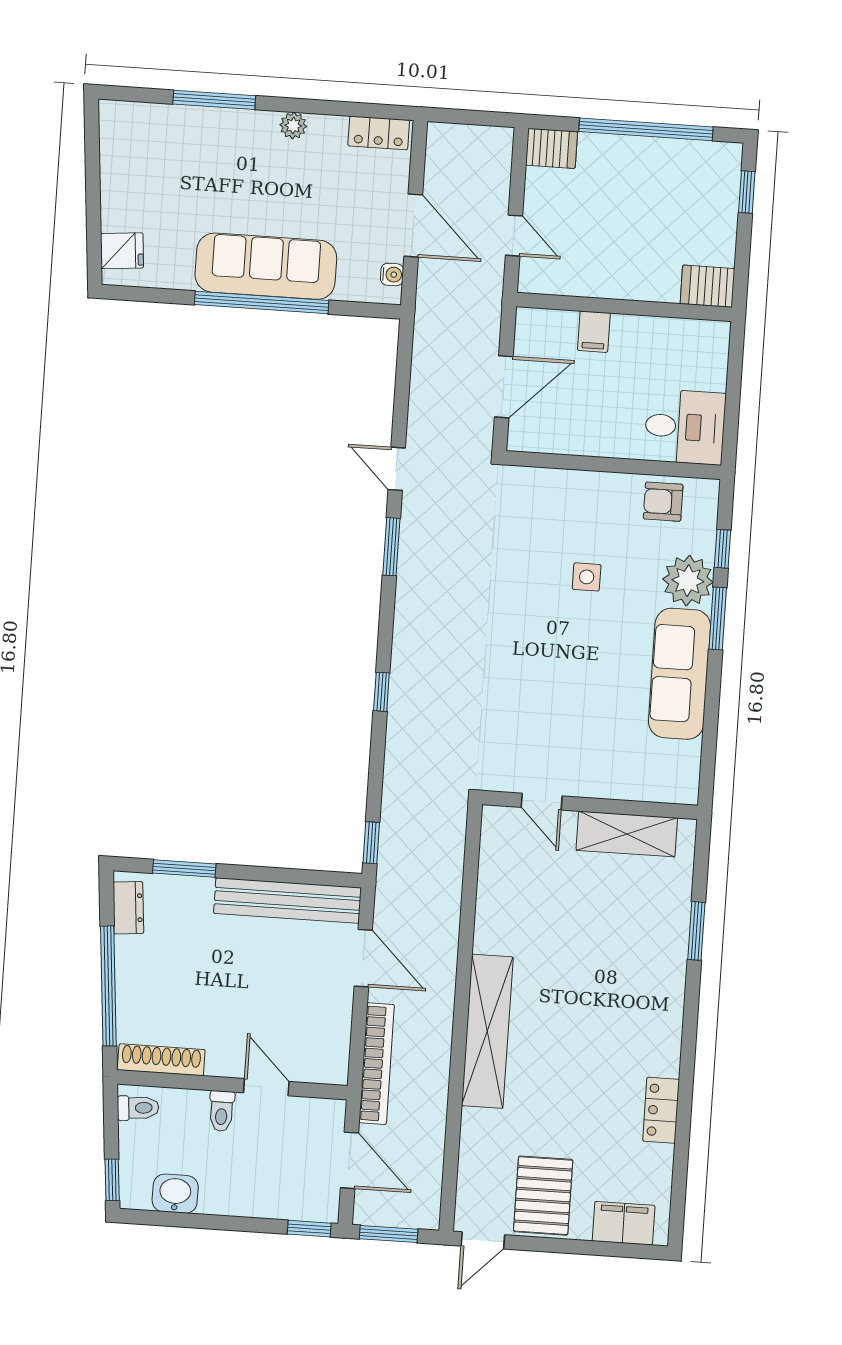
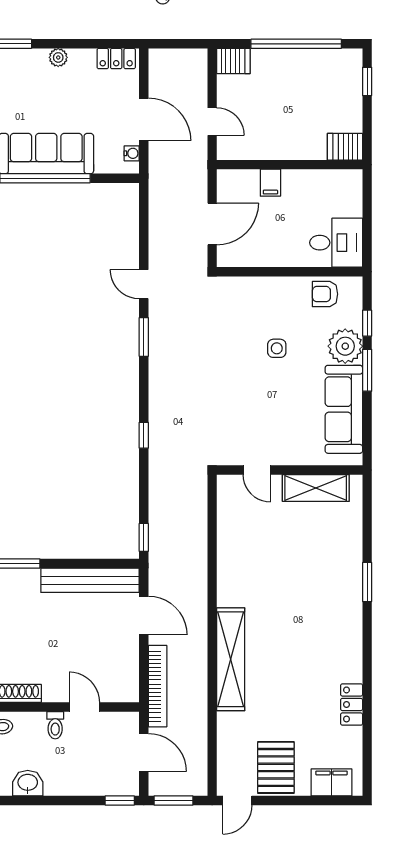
door: (542, 802) -> (257, 470), moved
wall: (590, 805) -> (290, 470), moved
shelving: (627, 834) -> (316, 488), moved

